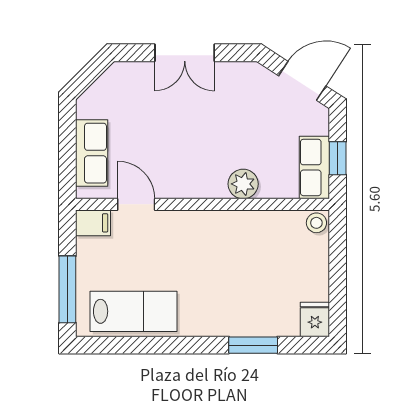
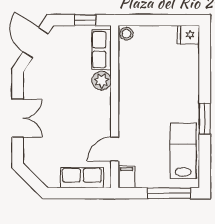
row of seats: (314, 167) -> (102, 50), moved, turned 90
window: (253, 345) -> (205, 119), moved

